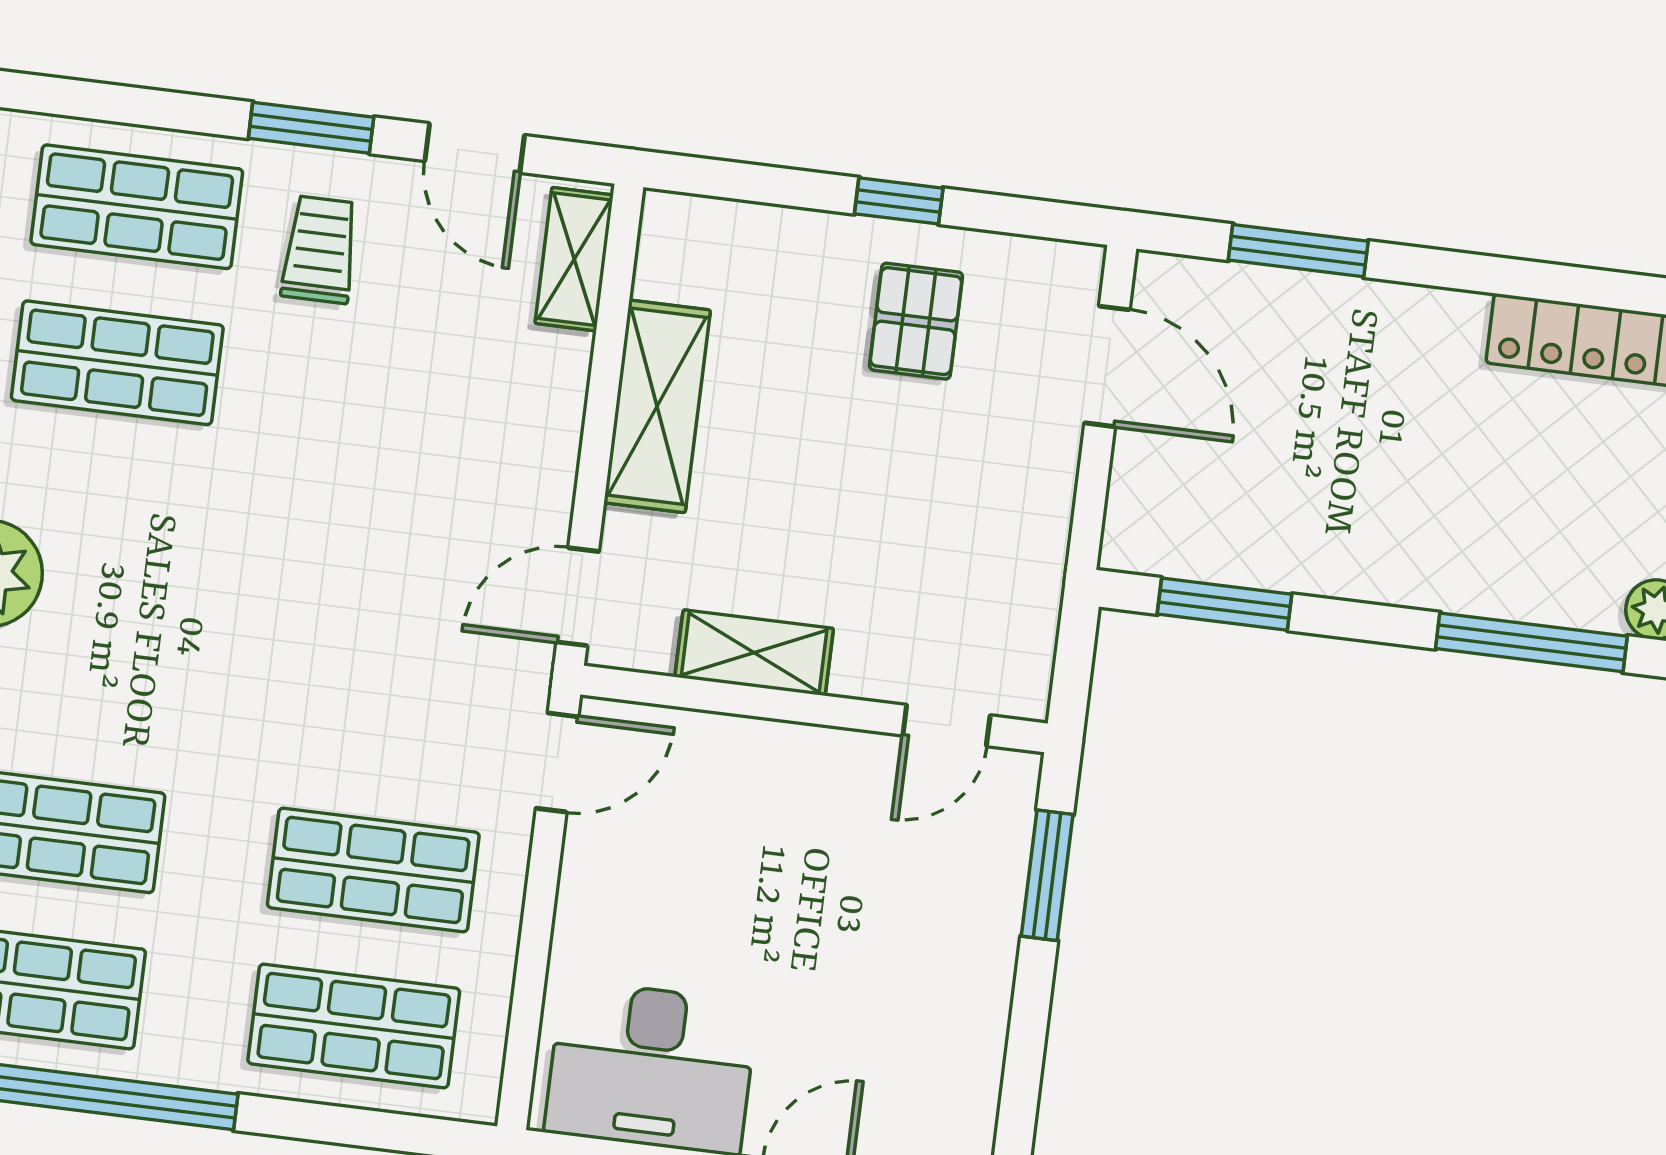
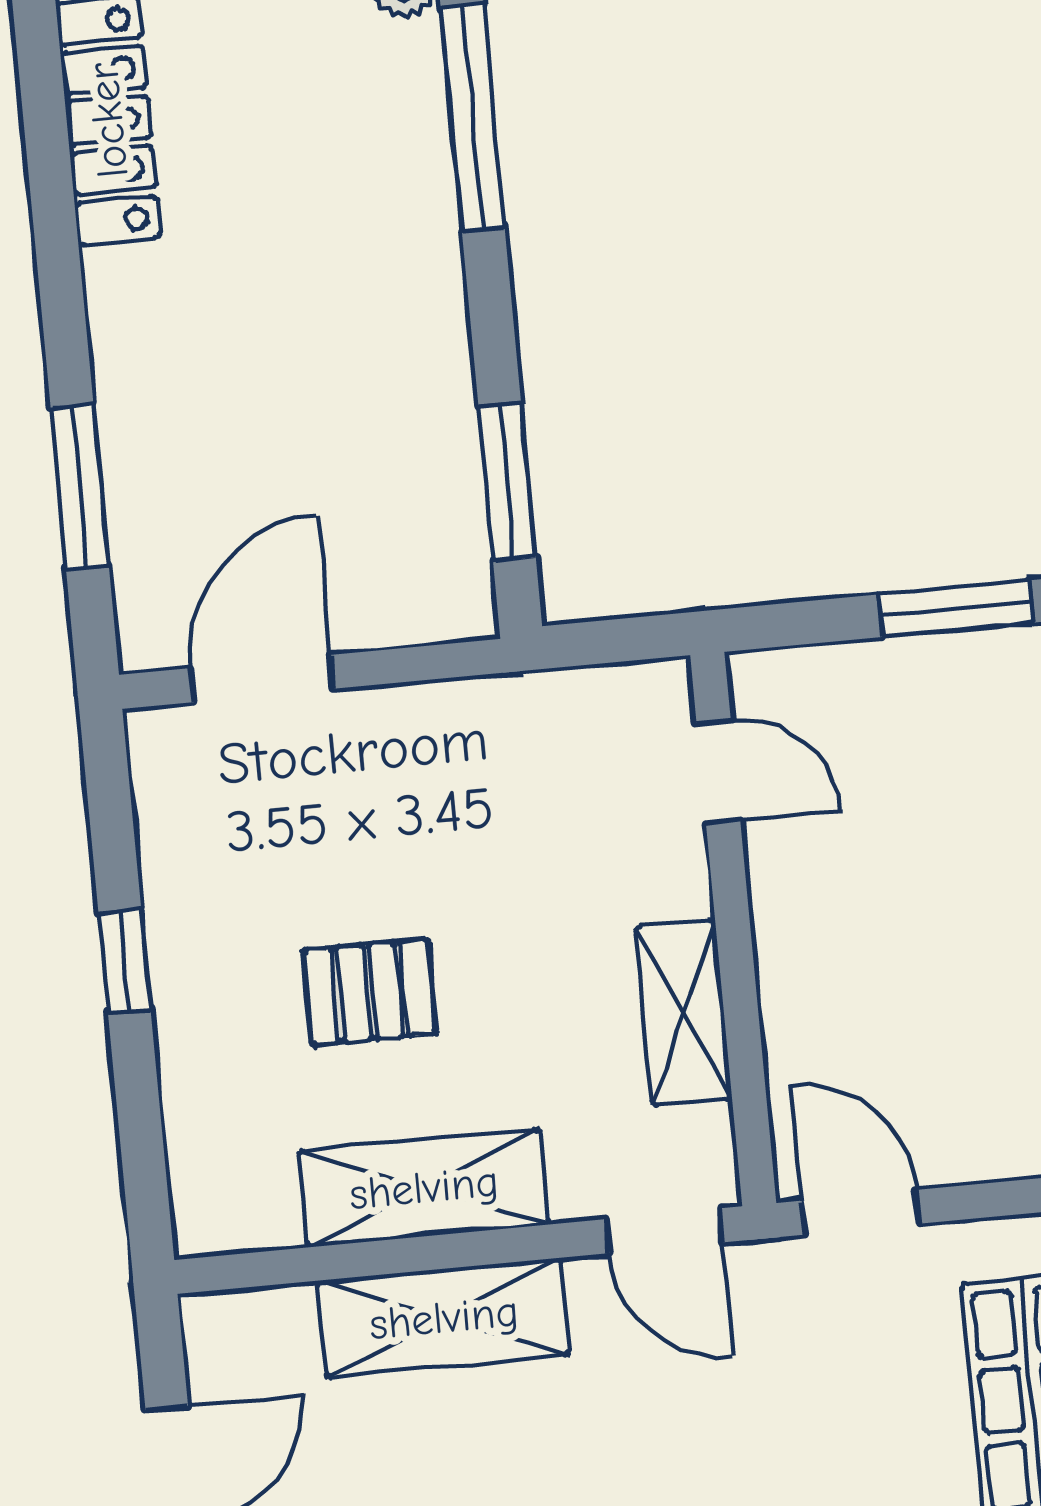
shelving: (574, 259) -> (444, 1318), moved, width x1.50, depth x1.33
pallet: (916, 321) -> (370, 992), moved
window: (1047, 875) -> (956, 609), moved

